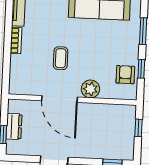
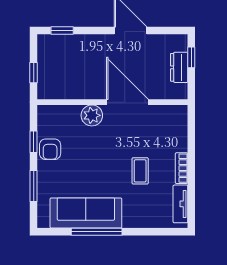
coffee table: (61, 58) -> (140, 171), moved
armchair: (125, 75) -> (50, 149), moved

